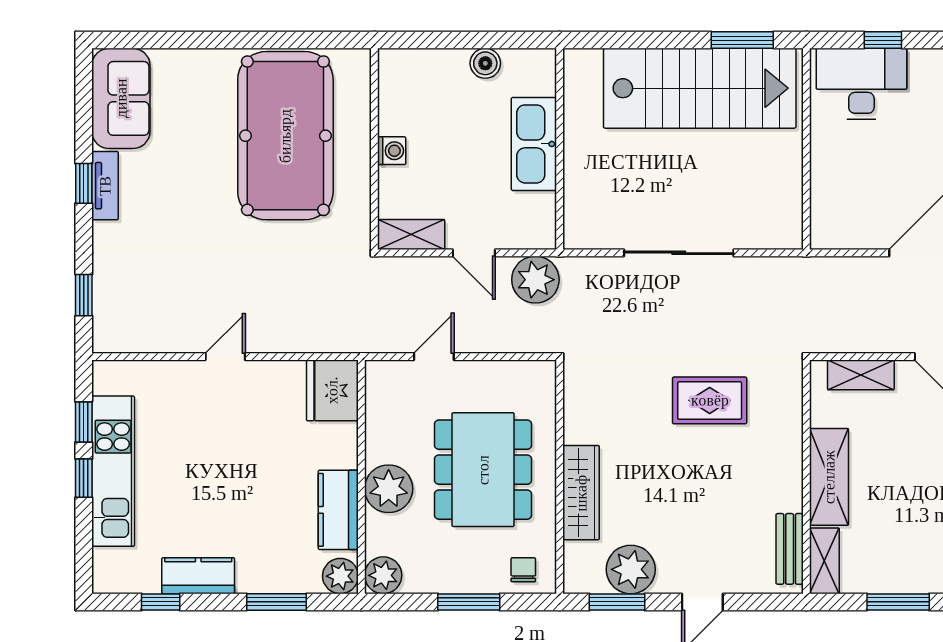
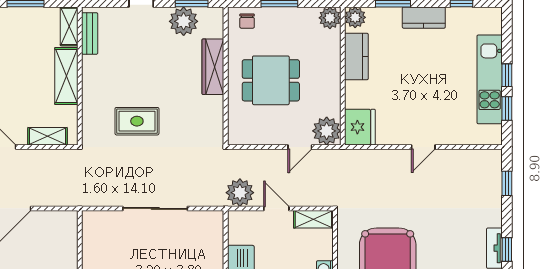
dining table: (483, 470) -> (271, 80), width x0.73
plant: (389, 489) -> (327, 131), moved
kitchen counter: (198, 576) -> (424, 18), moved

